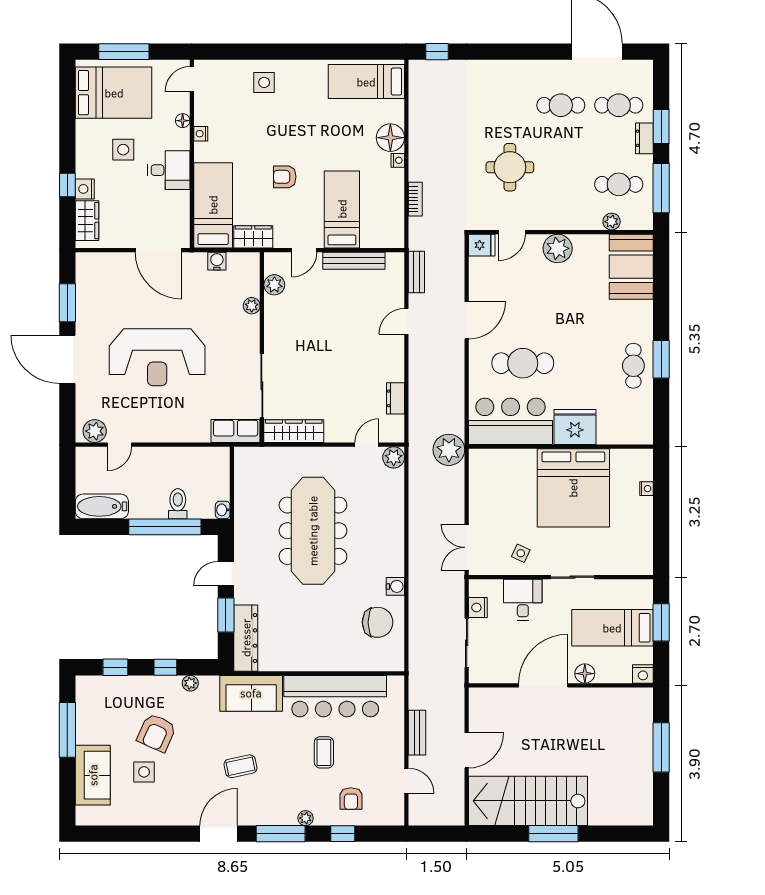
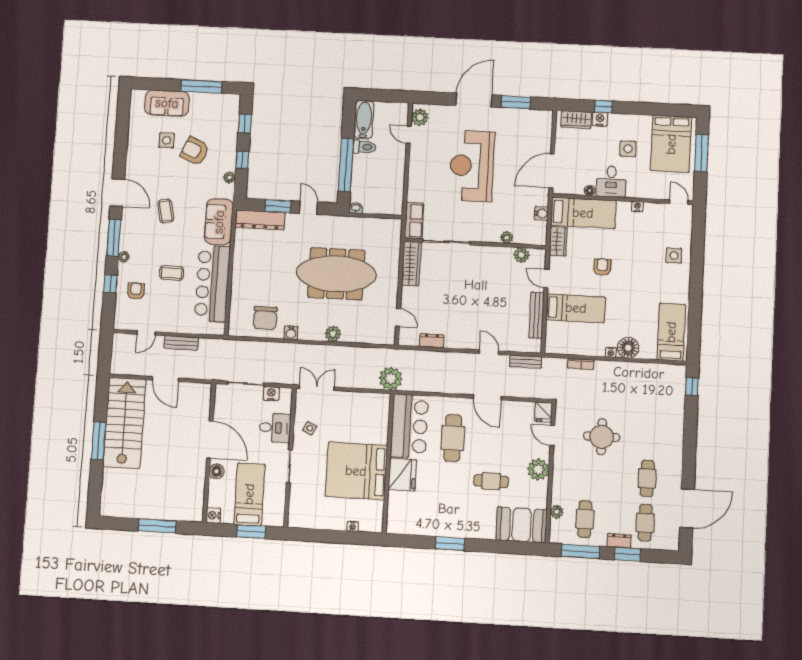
floor lamp: (183, 121) -> (590, 191), moved
cafe table: (633, 366) -> (491, 481), moved
plant: (394, 457) -> (333, 334), moved
toilet: (178, 504) -> (364, 147), moved
armchair: (351, 799) -> (136, 291), turned 90

